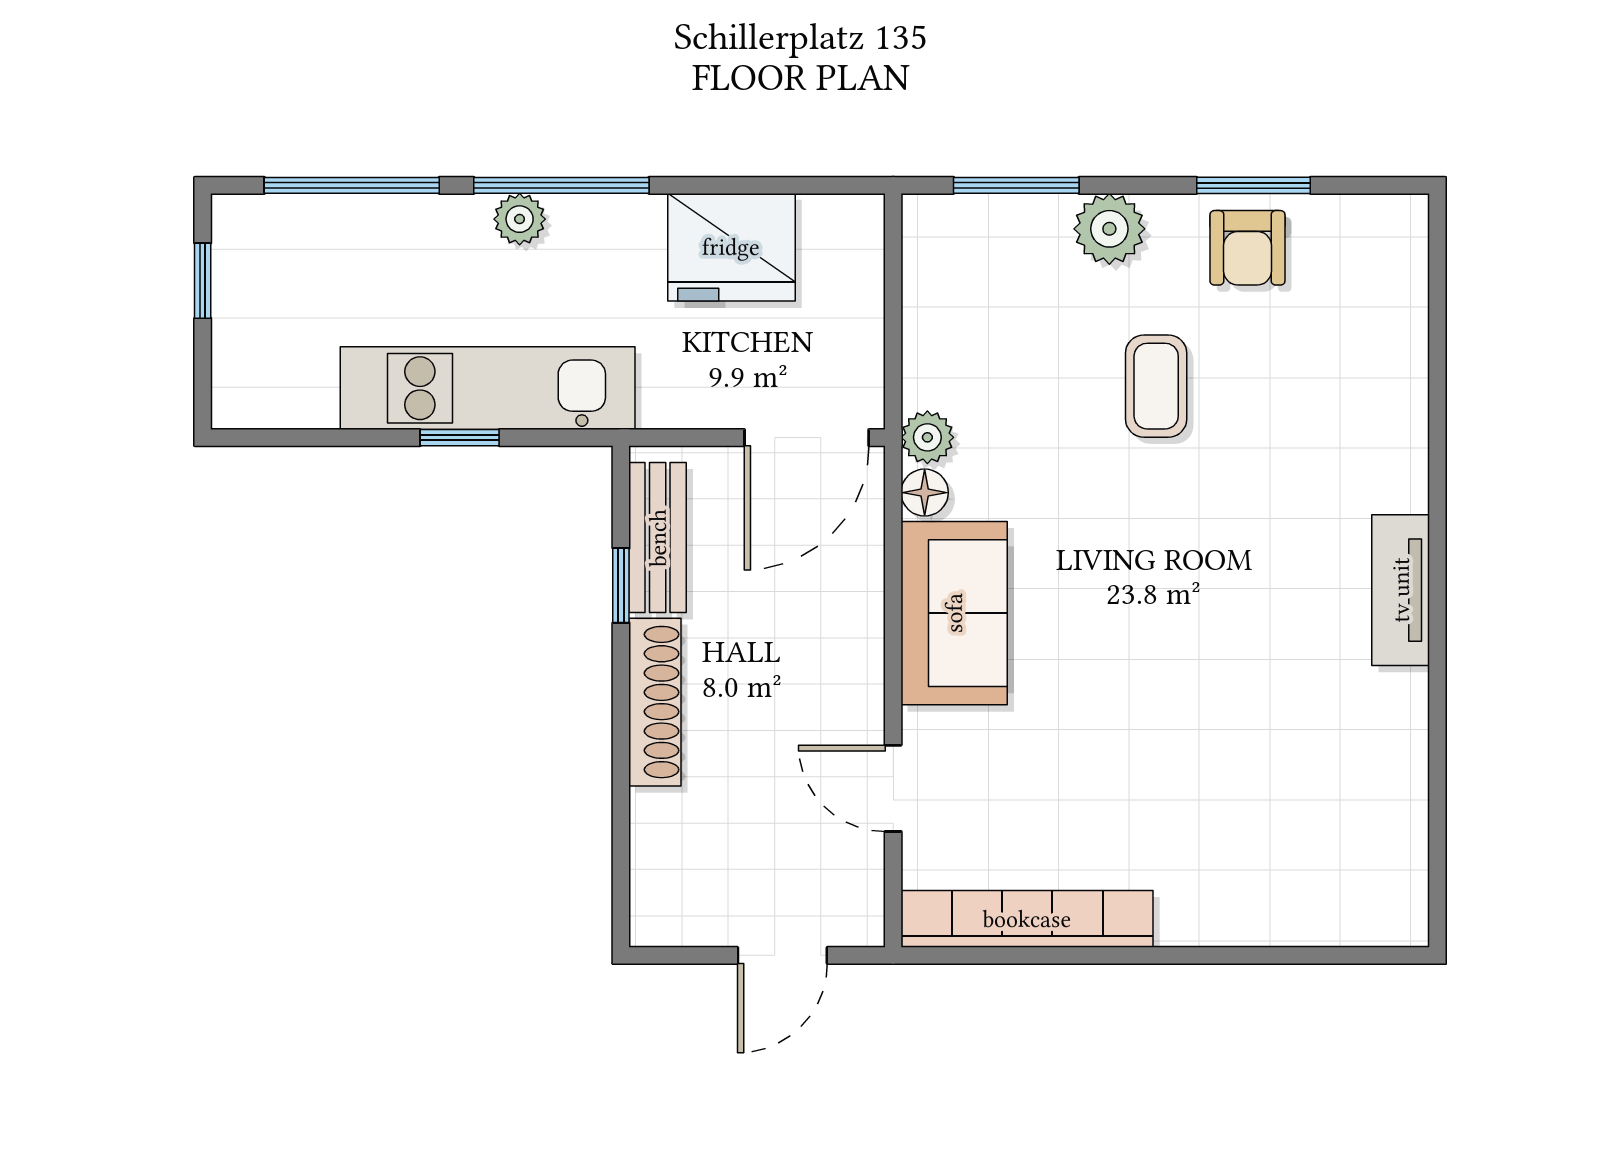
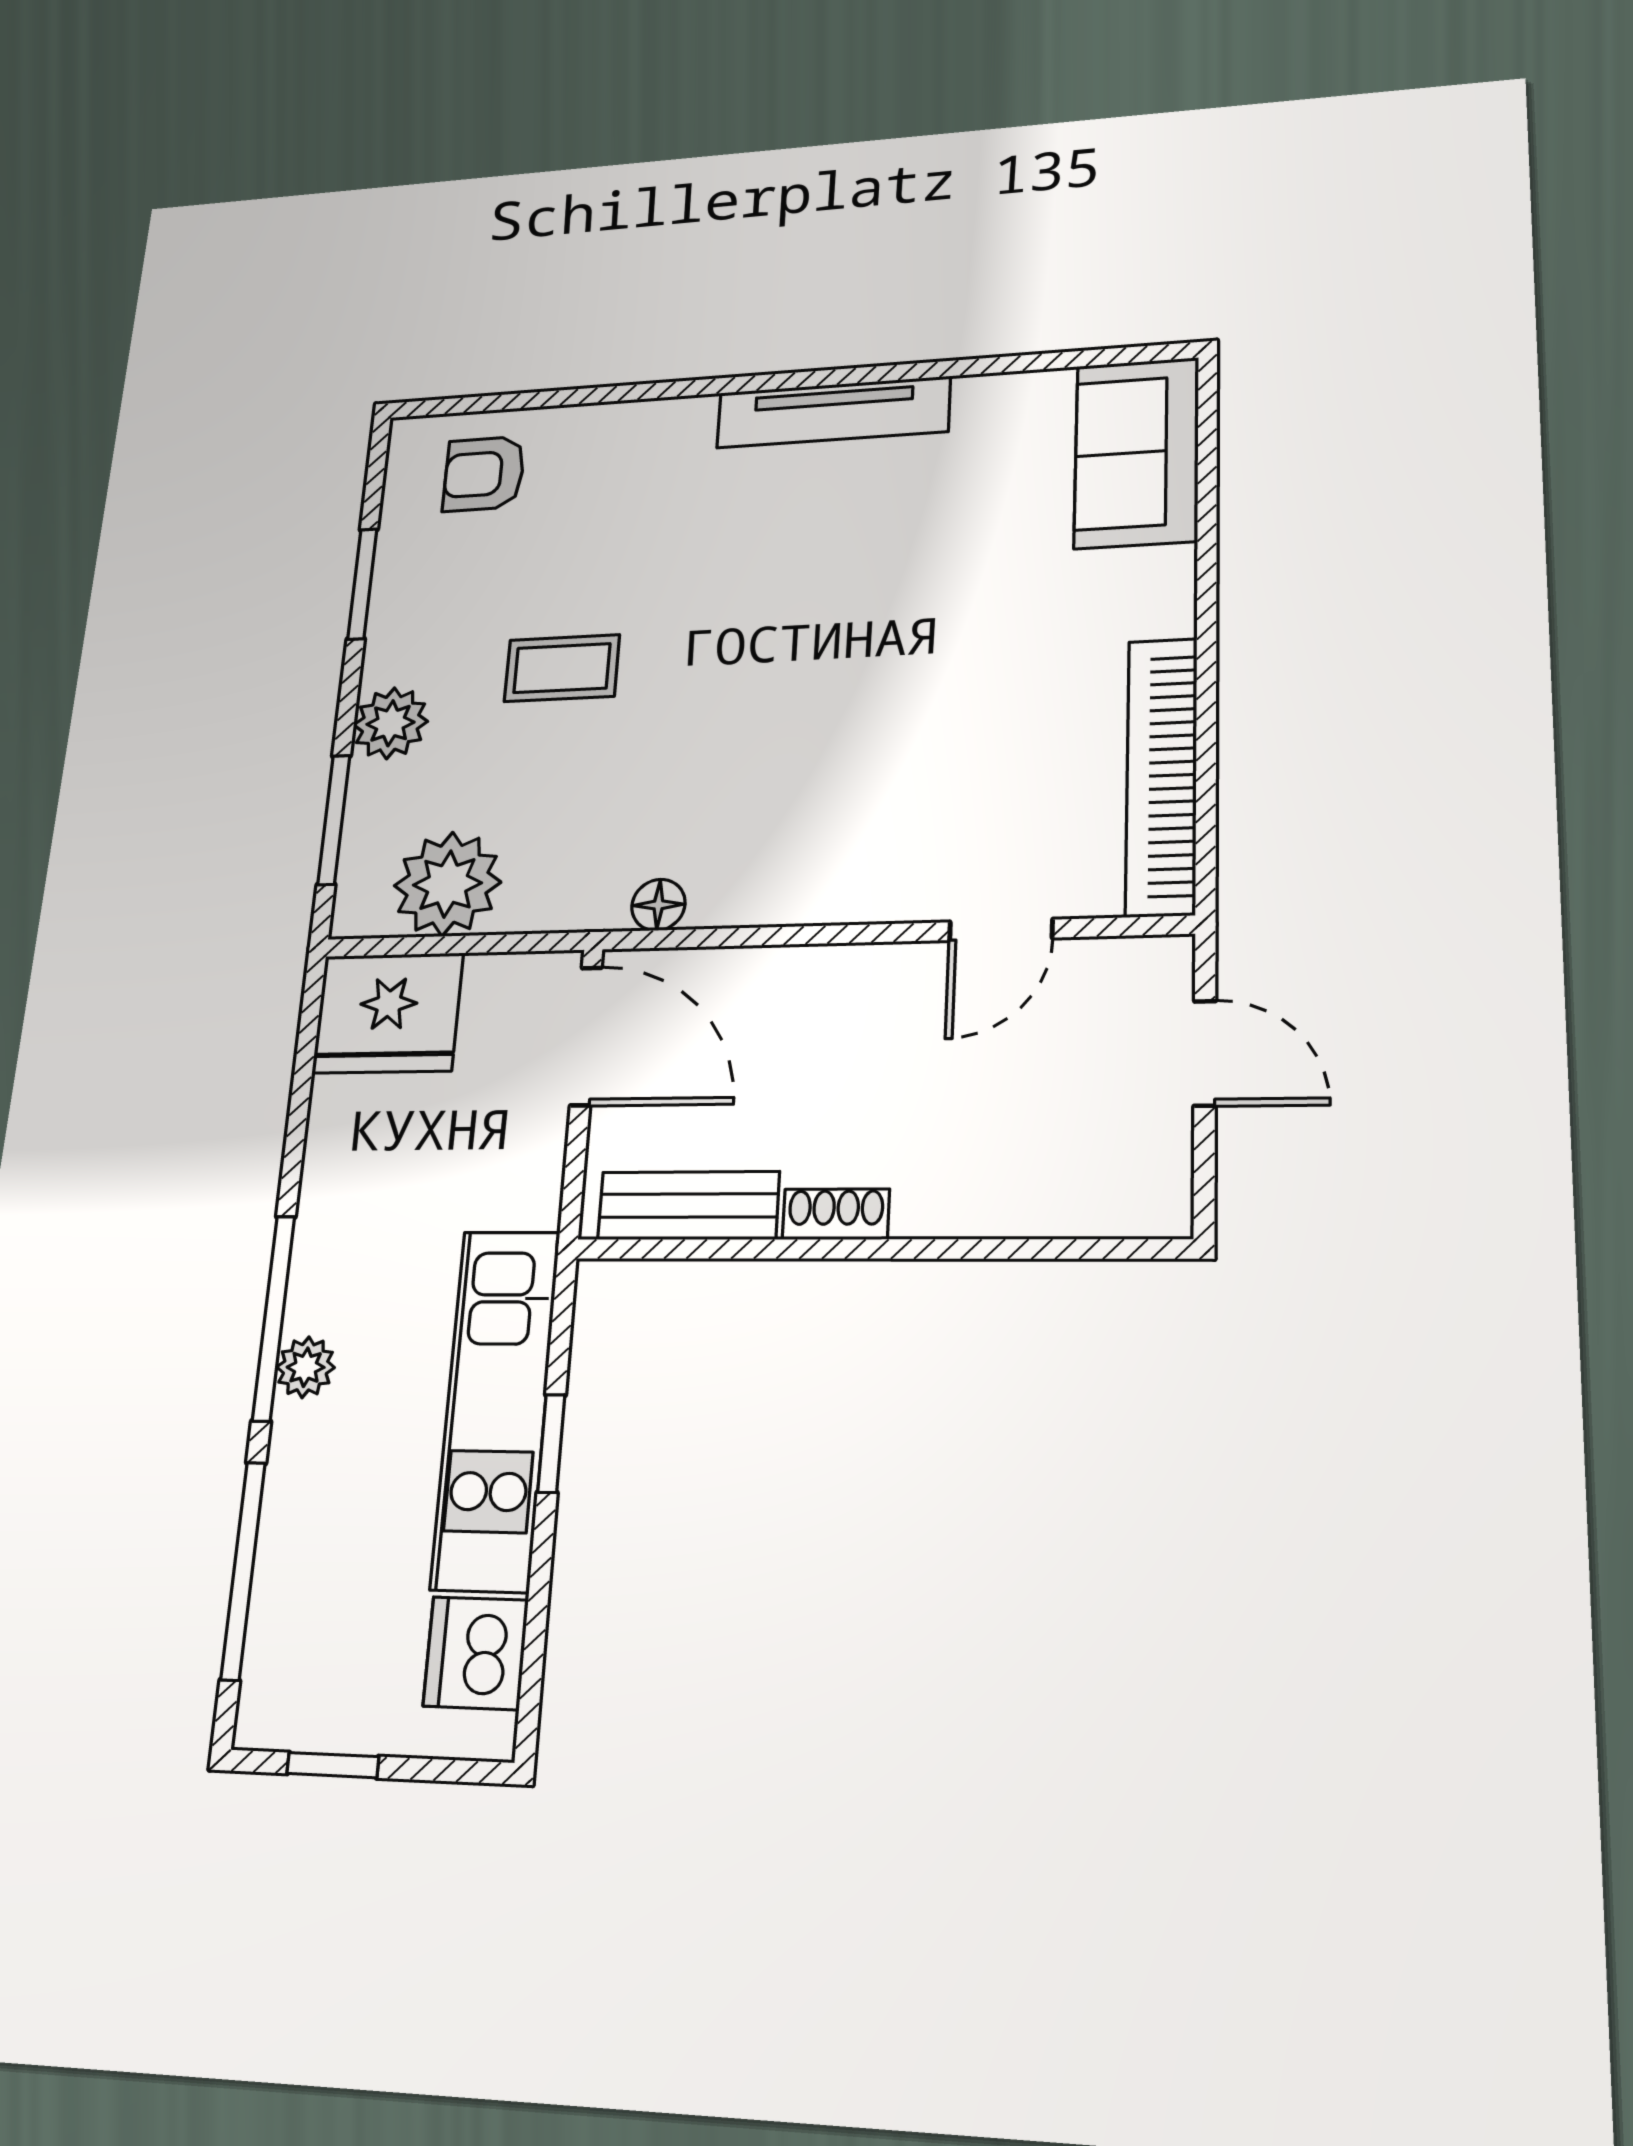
fridge: (731, 247) -> (388, 1013), moved, turned 90
armchair: (1247, 248) -> (484, 474), moved, turned 180
dishwasher: (293, 390) -> (476, 1653), added
plant: (927, 437) -> (447, 884), moved, width x1.87, depth x1.87
window: (621, 585) -> (742, 1249), removed
tv unit: (1401, 590) -> (833, 412), width x1.41
sofa: (954, 613) -> (1137, 453), moved, turned -90
shoe rack: (655, 702) -> (836, 1214), width x0.51, depth x0.81

